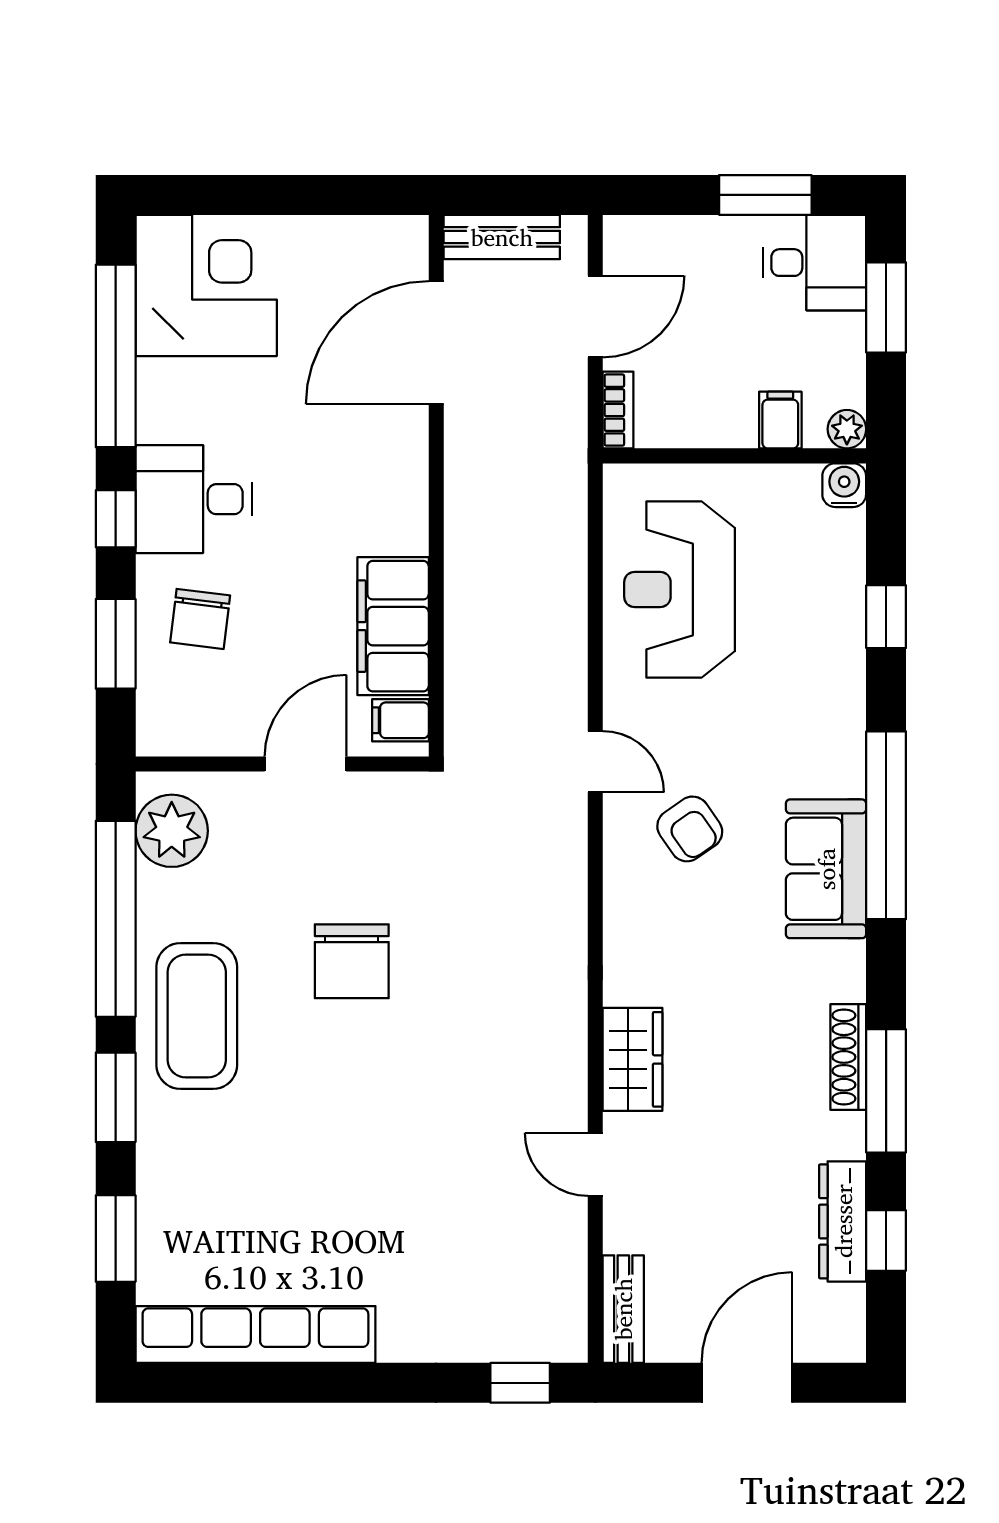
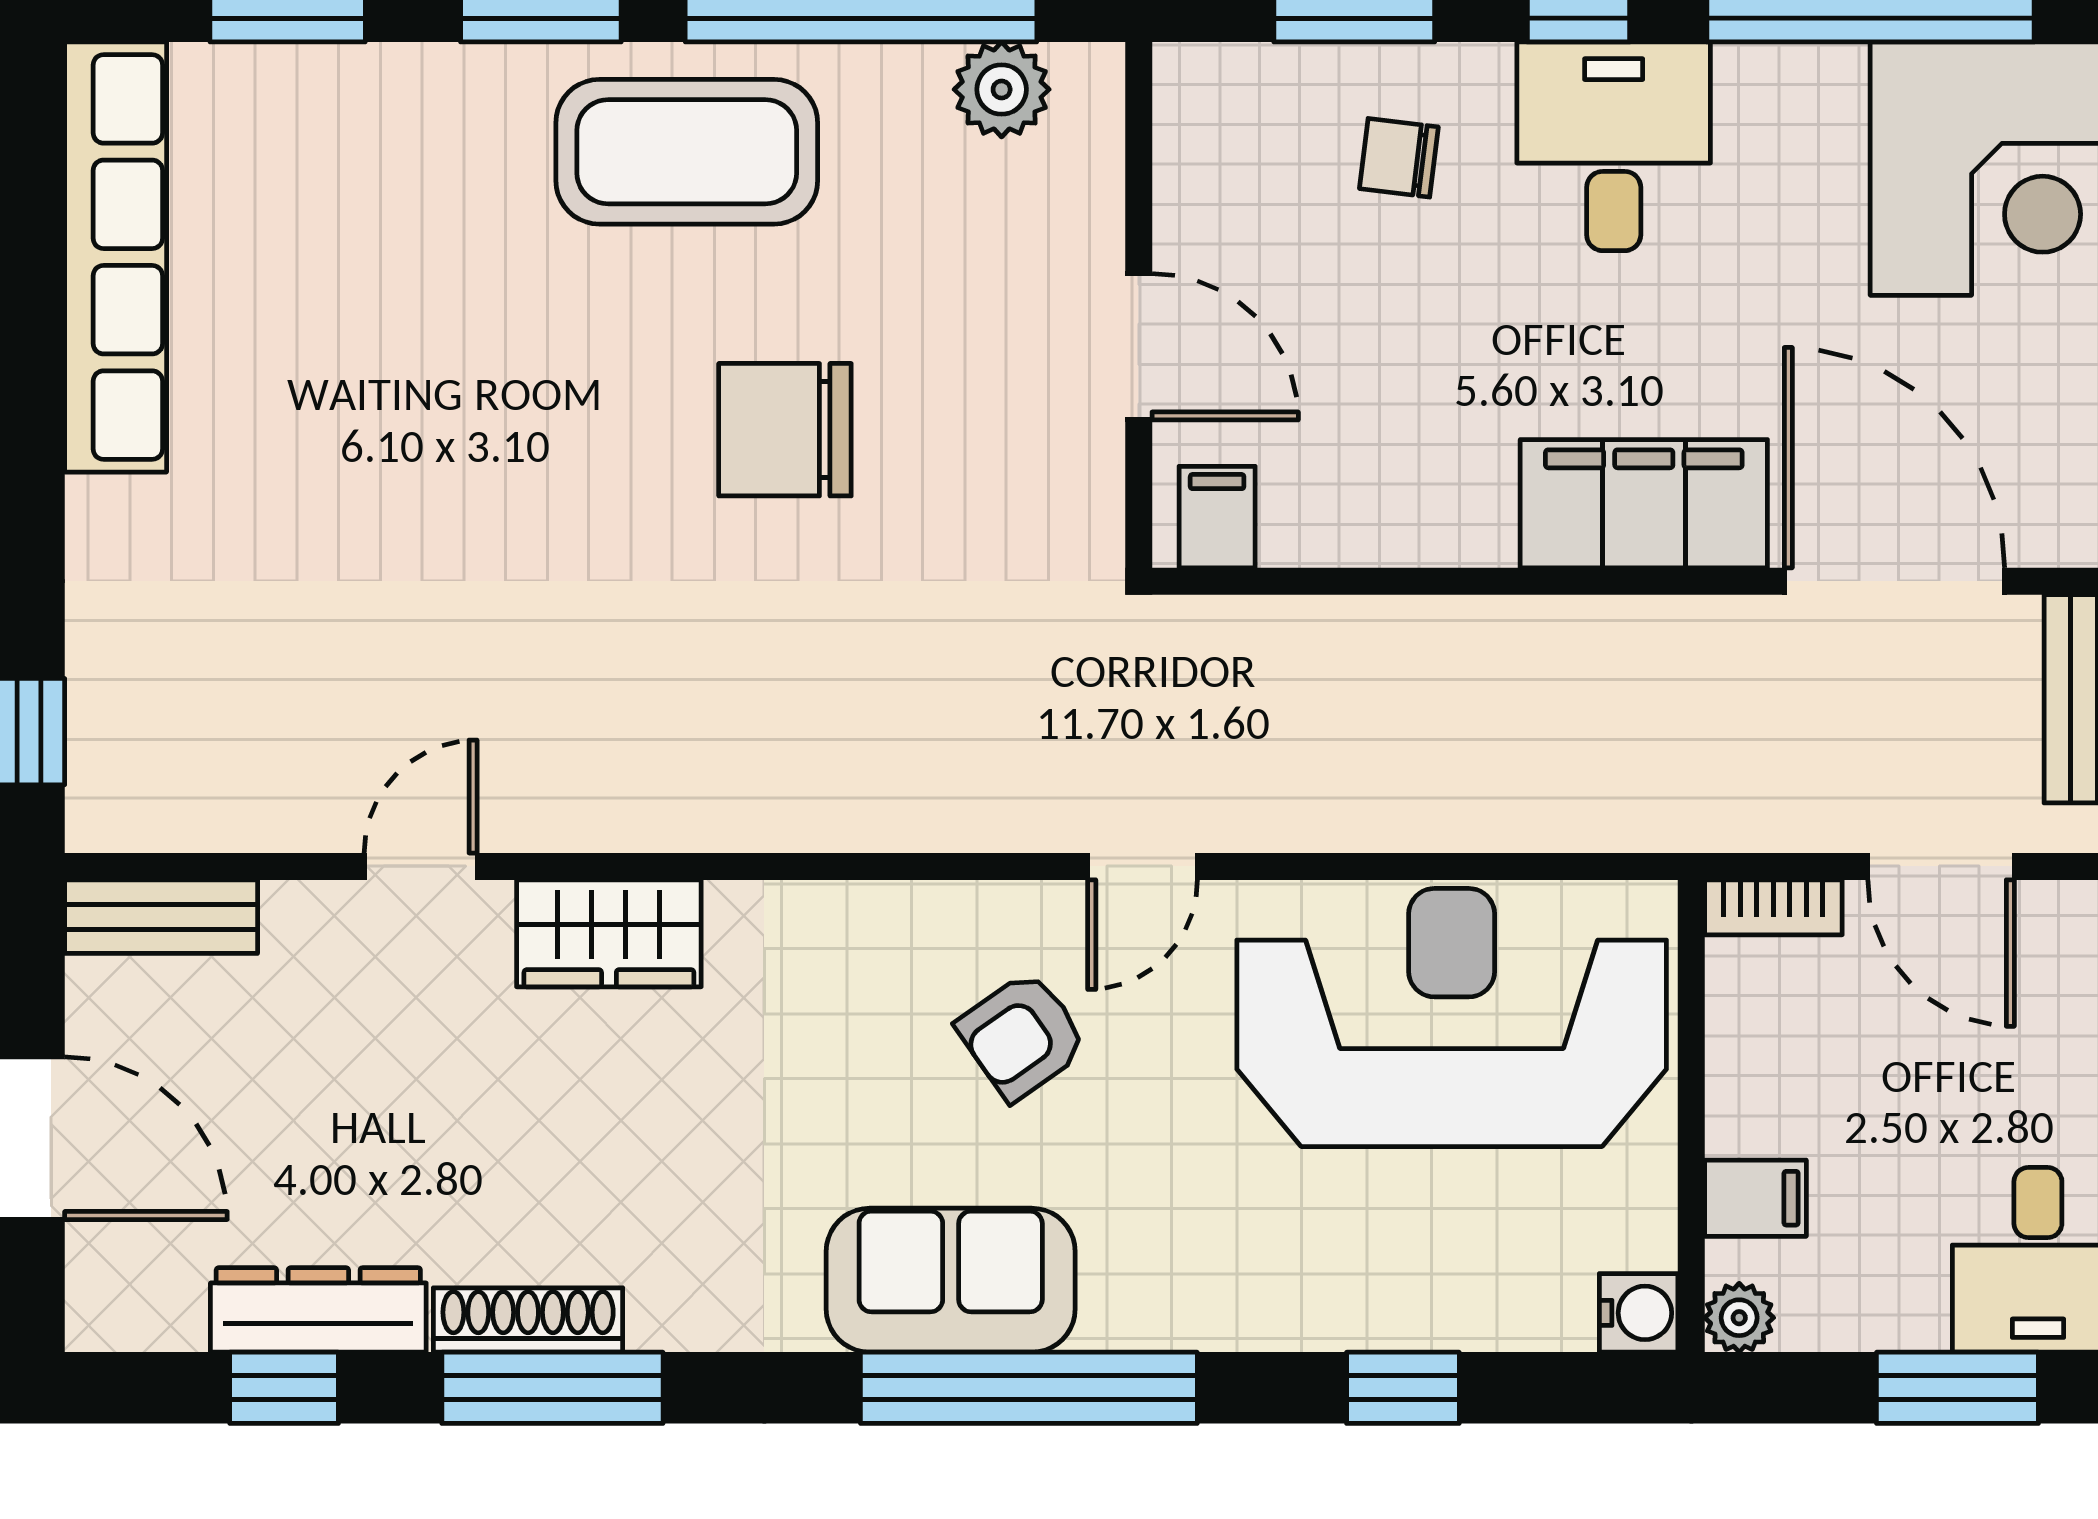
reception desk: (680, 589) -> (1452, 1018), width x1.36, depth x1.30
chair: (200, 619) -> (1399, 158), width x0.73, depth x0.73
filing cabinet: (393, 626) -> (1644, 504), moved
plant: (172, 831) -> (1002, 89), width x0.73, depth x0.73
shoe rack: (848, 1057) -> (528, 1320), moved

